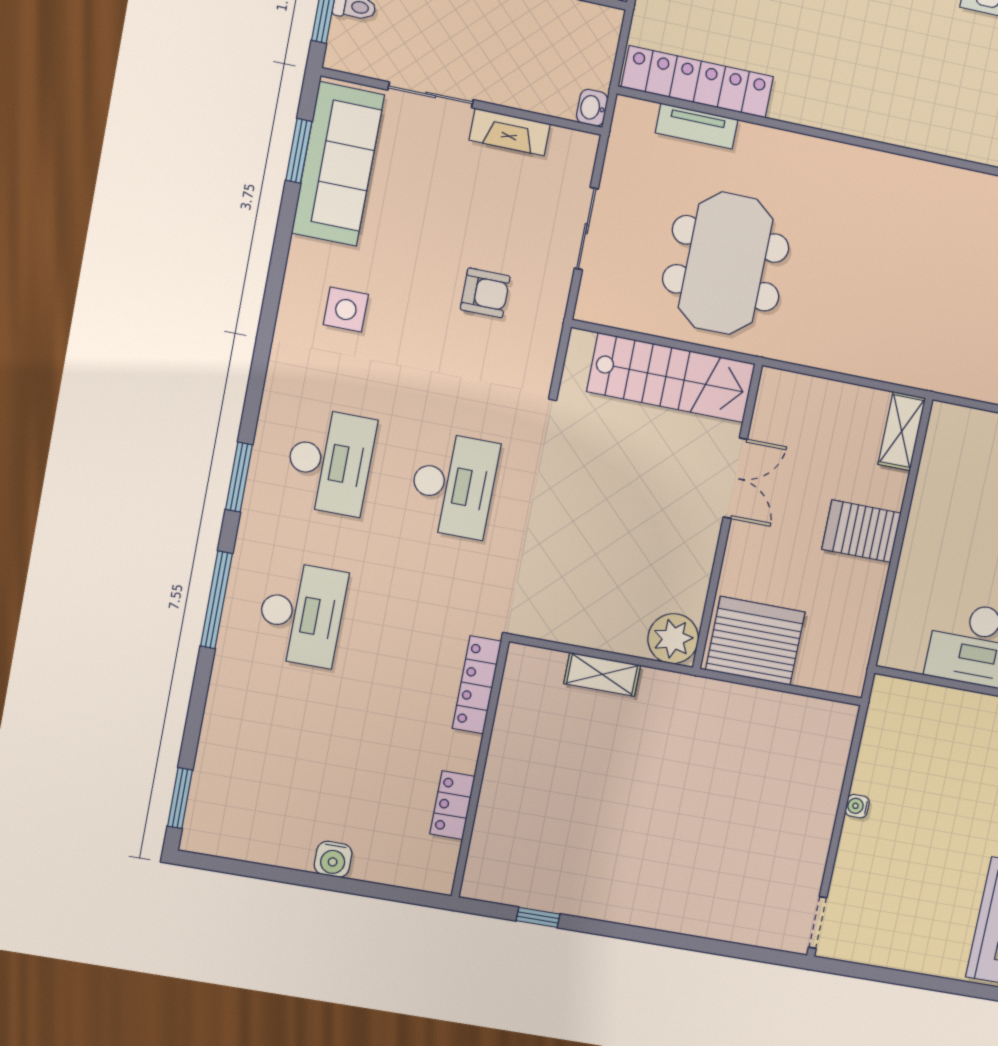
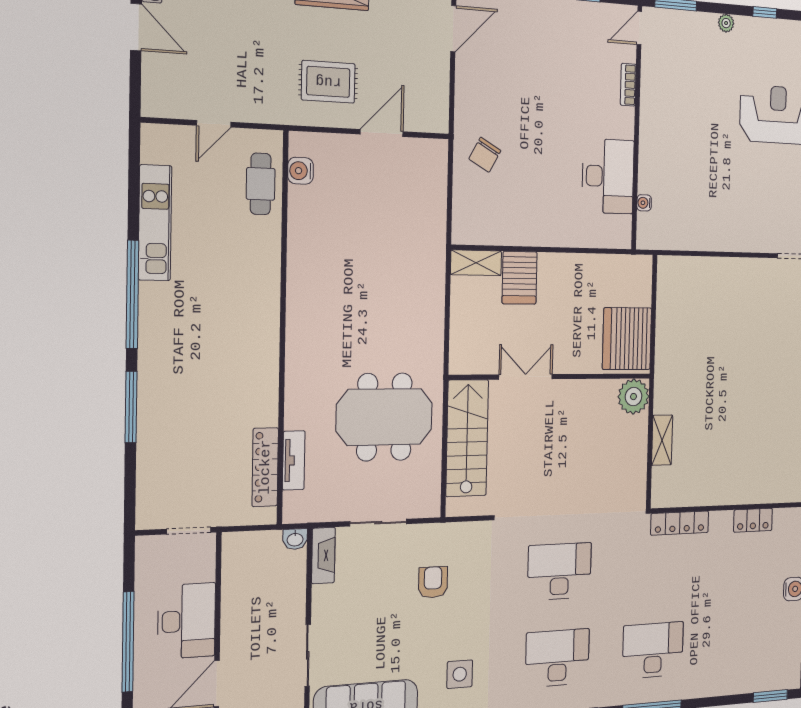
locker: (697, 82) -> (265, 467), width x0.71, depth x0.83
fireplace: (510, 132) -> (323, 556), moved
server rack: (861, 531) -> (520, 278), moved
water cooler: (857, 806) -> (644, 203), moved, turned 90

